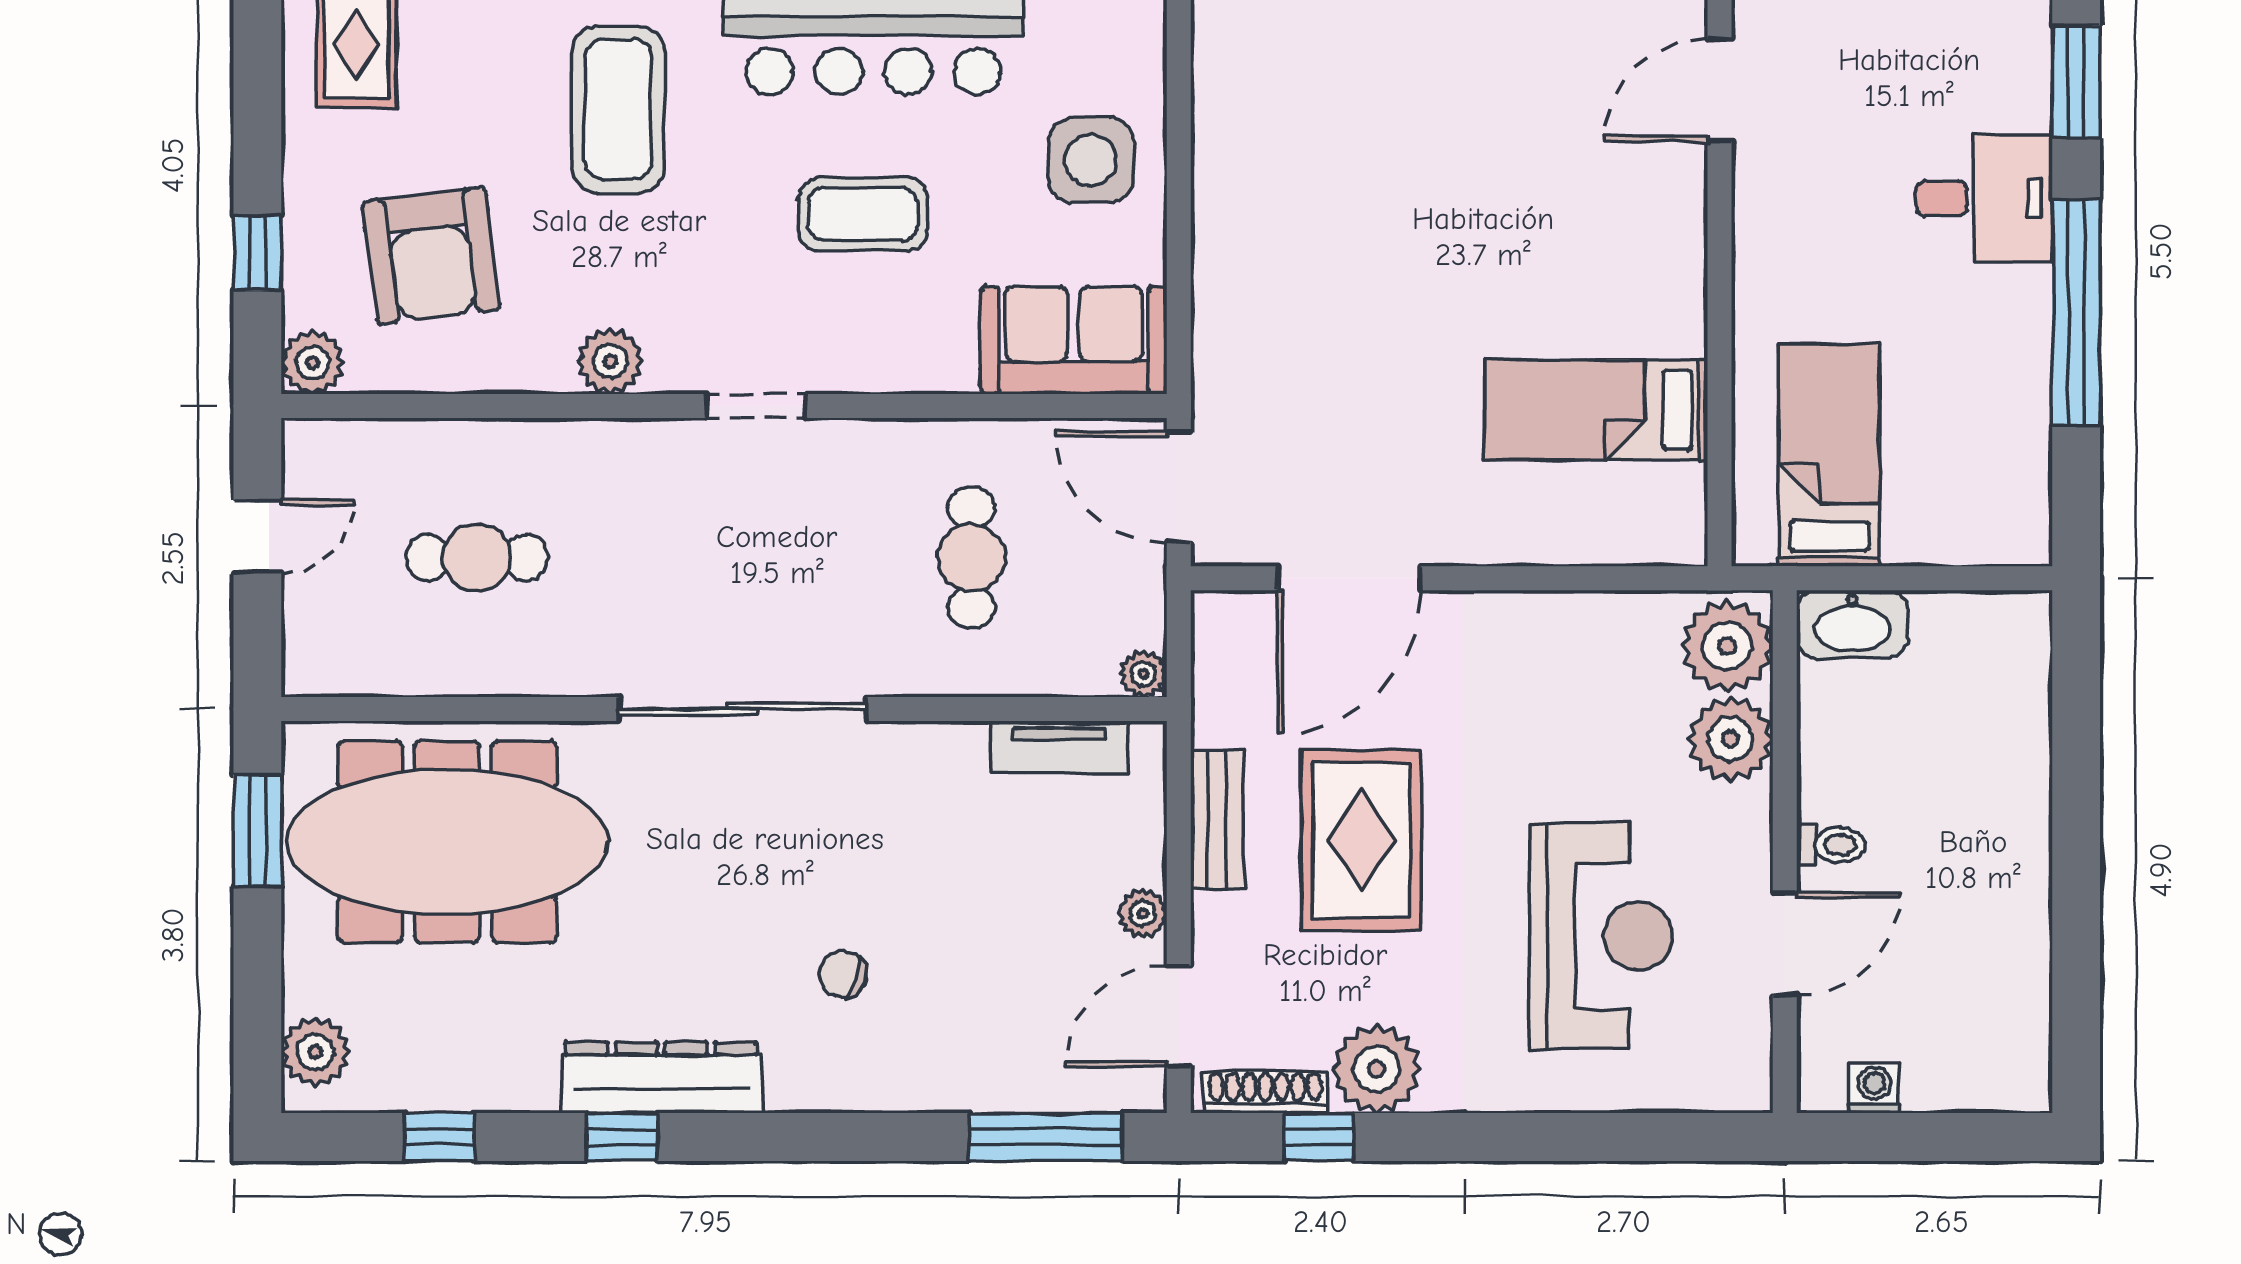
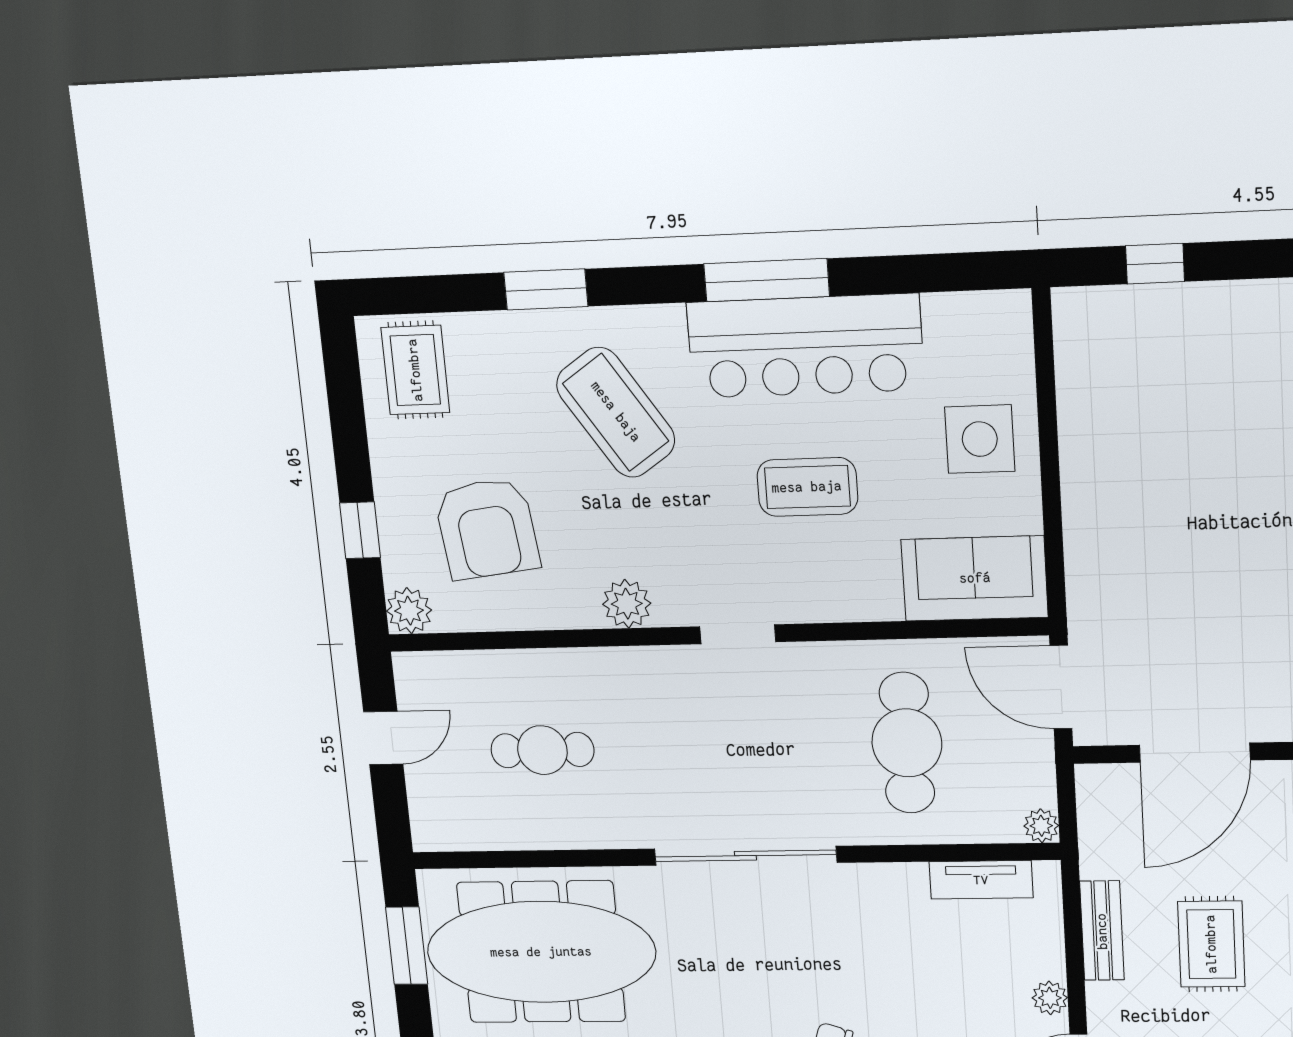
coffee table: (618, 109) -> (616, 412), turned -34
cafe table: (971, 558) -> (907, 743), width x1.37, depth x1.35
rug: (1361, 840) -> (1211, 944), width x0.73, depth x0.70

